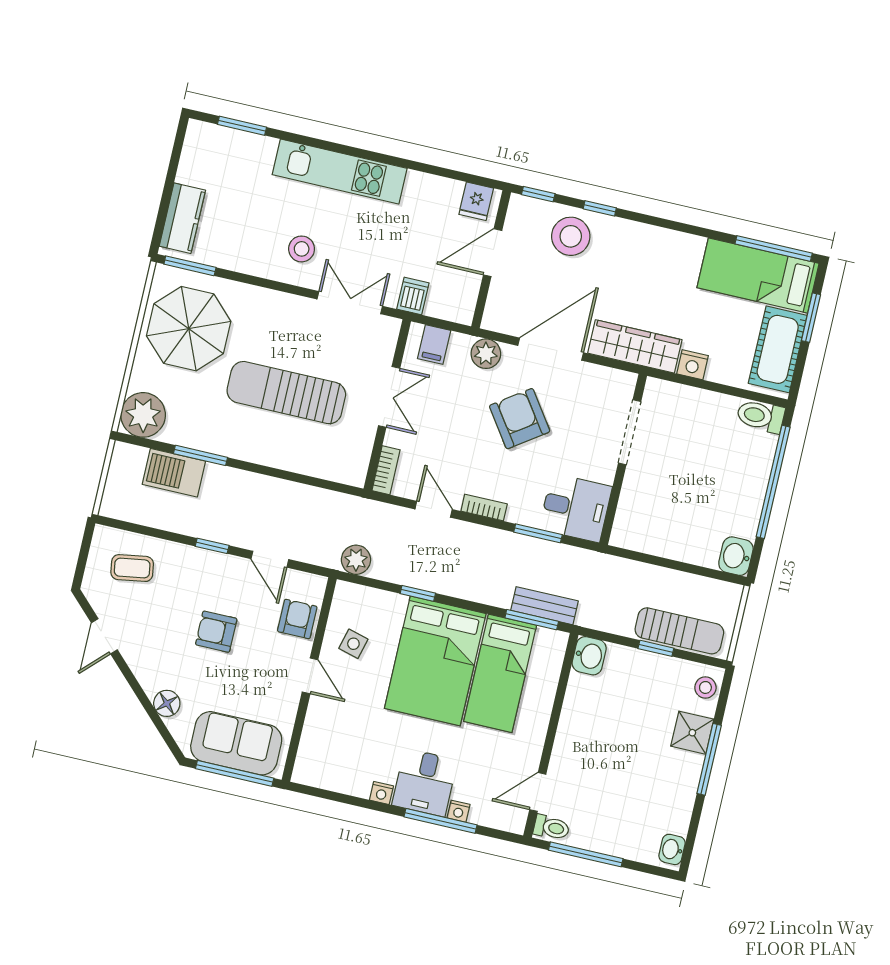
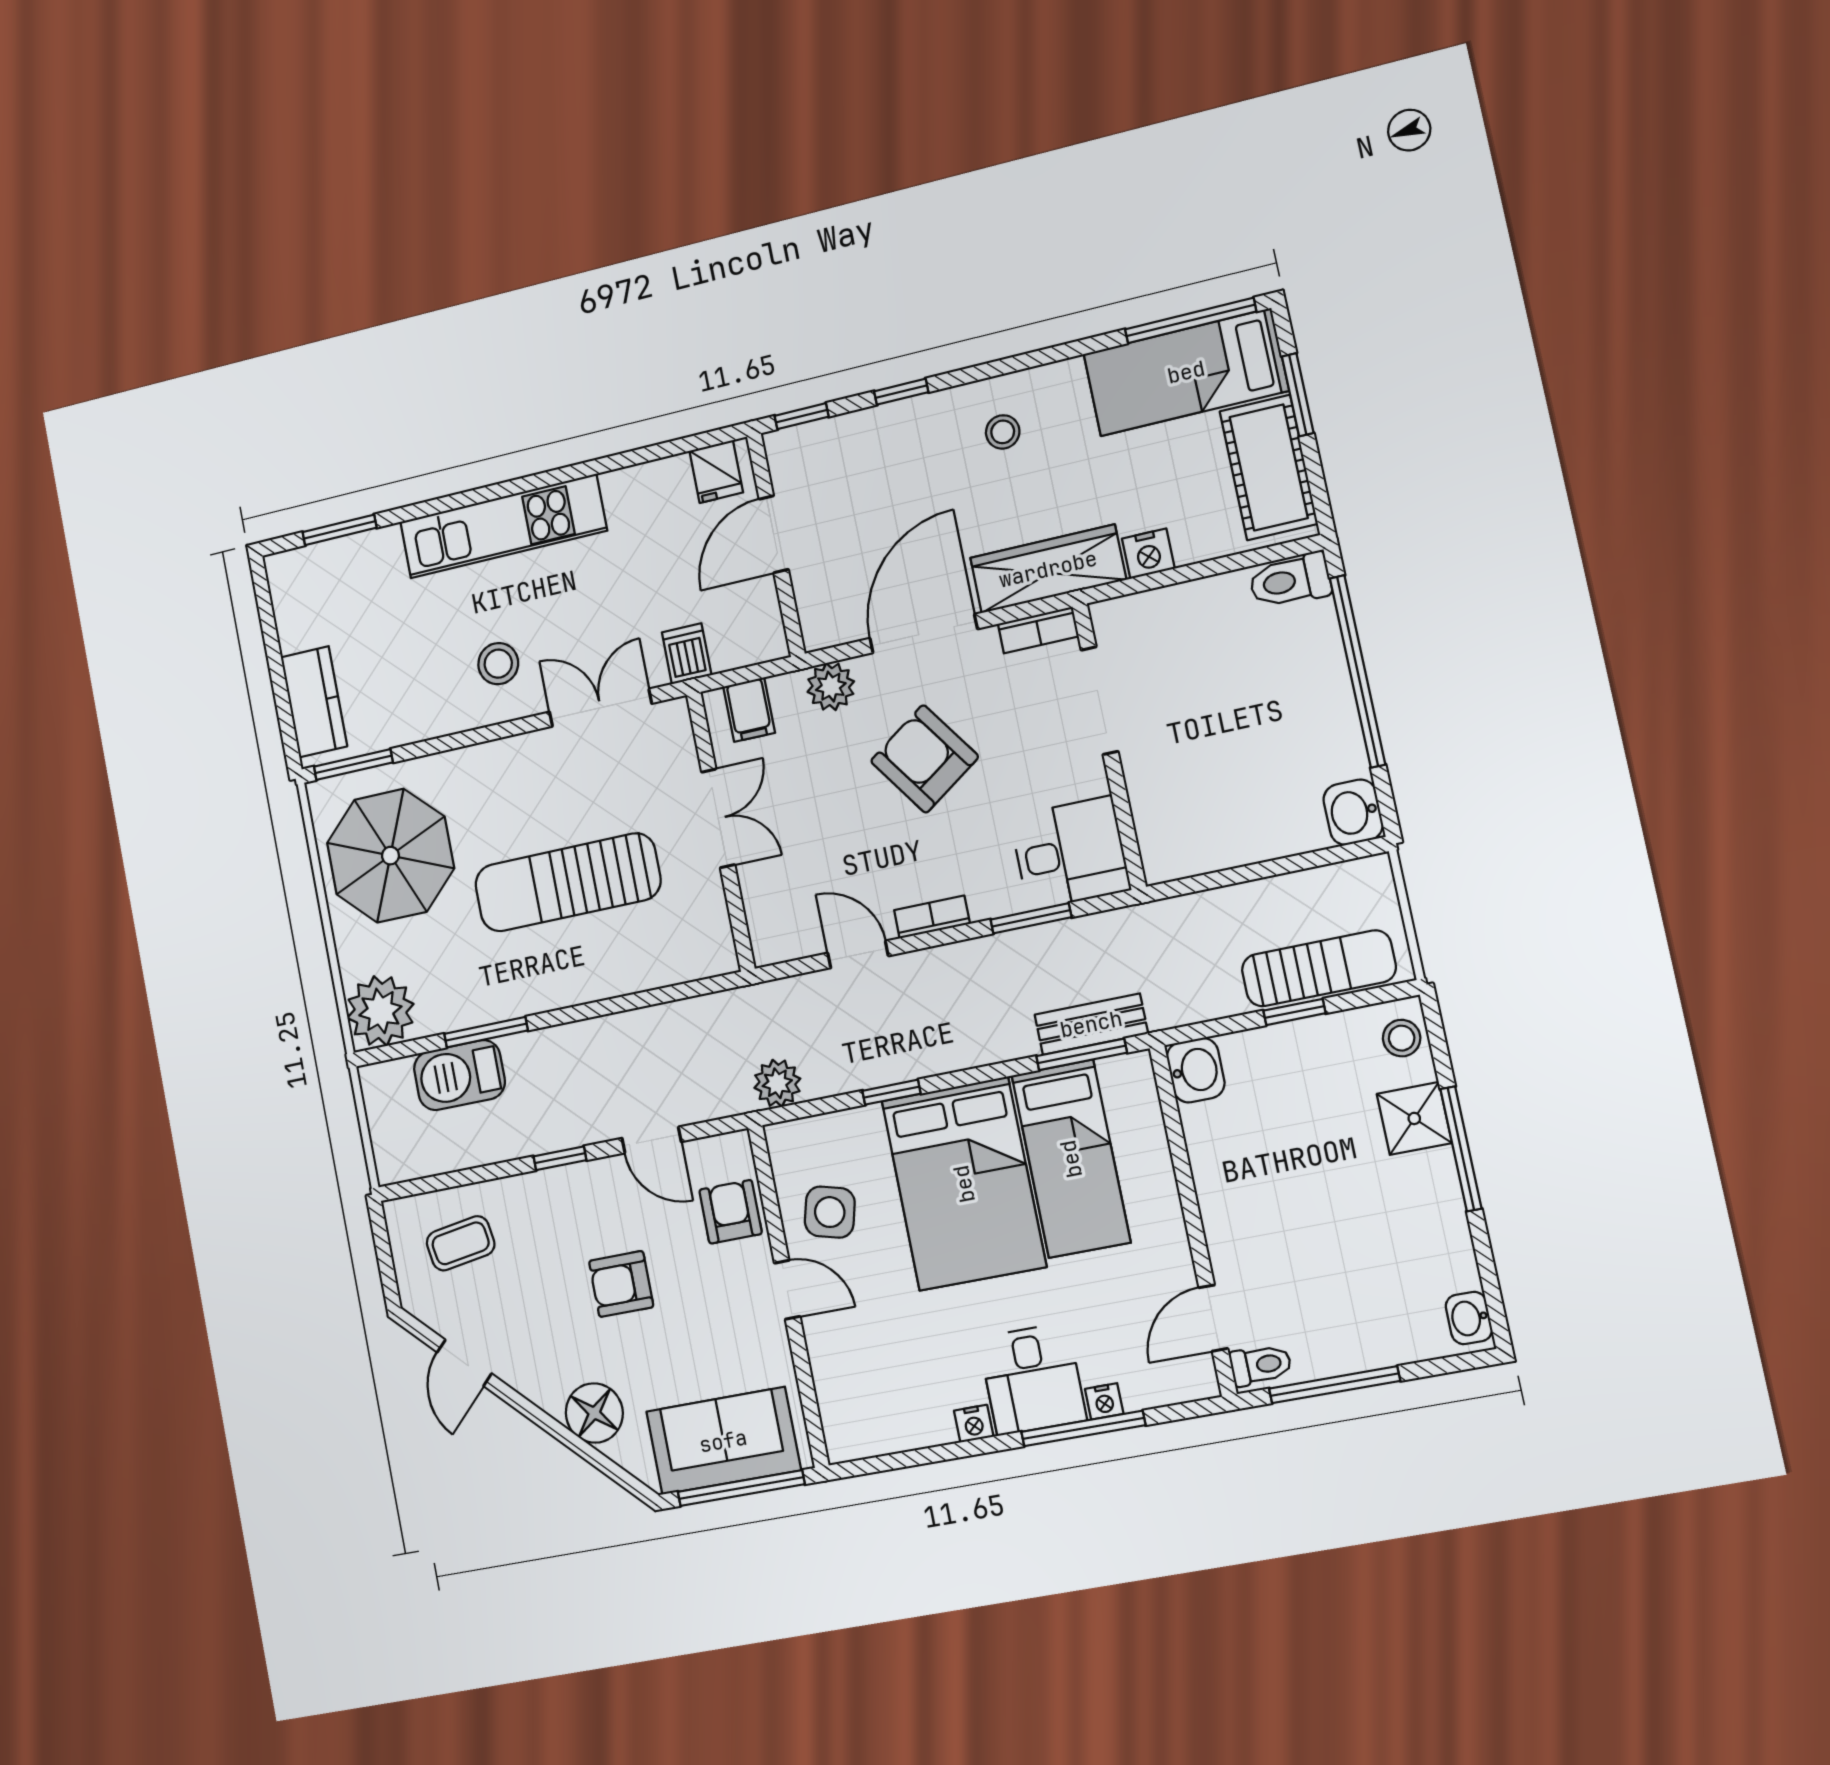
stool: (571, 236) -> (1003, 432), moved, width x0.53, depth x0.53
bookcase: (386, 470) -> (1038, 630), moved, turned 90
side table: (353, 644) -> (830, 1212), width x1.37, depth x1.37
floor lamp: (167, 703) -> (594, 1413), width x1.38, depth x1.38

